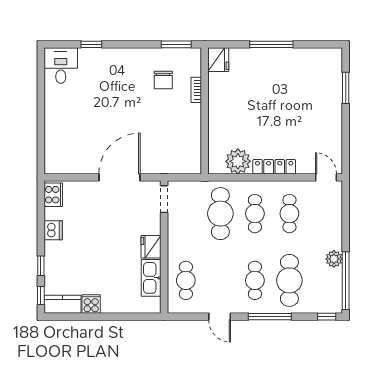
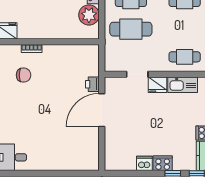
printer: (152, 166) -> (92, 84), added
door: (119, 177) -> (102, 110), hinge flipped
cooker: (53, 195) -> (163, 163), moved
doorway: (164, 199) -> (137, 74), moved

